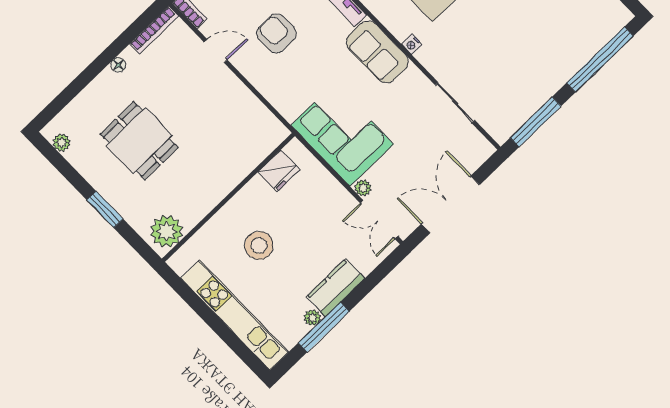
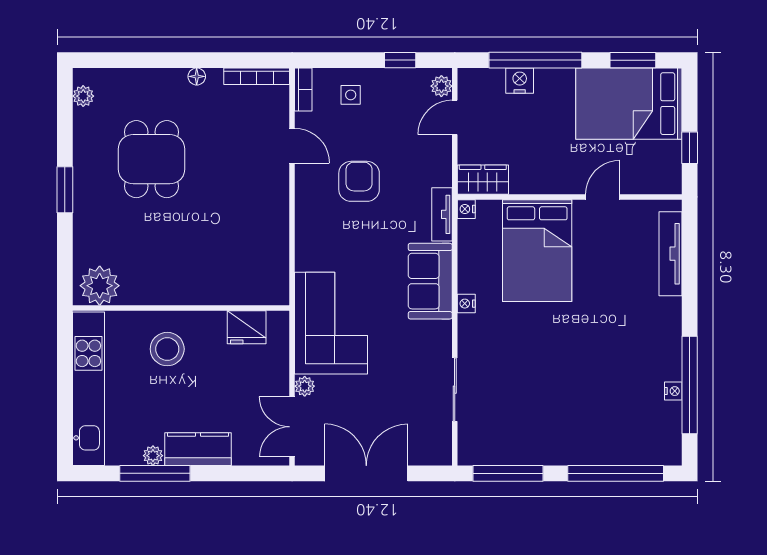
fridge: (279, 171) -> (247, 327), moved
wall: (228, 197) -> (181, 308), moved
plant: (167, 231) -> (100, 286), moved

